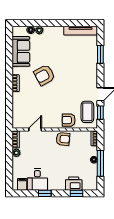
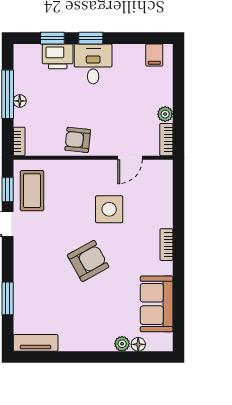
tv unit: (81, 31) -> (36, 343), width x0.71
armchair: (44, 75) -> (88, 261), moved
side table: (46, 102) -> (109, 209), added
armchair: (69, 120) -> (67, 175), removed
desk: (37, 180) -> (93, 64), moved
window: (45, 193) -> (91, 38), moved

